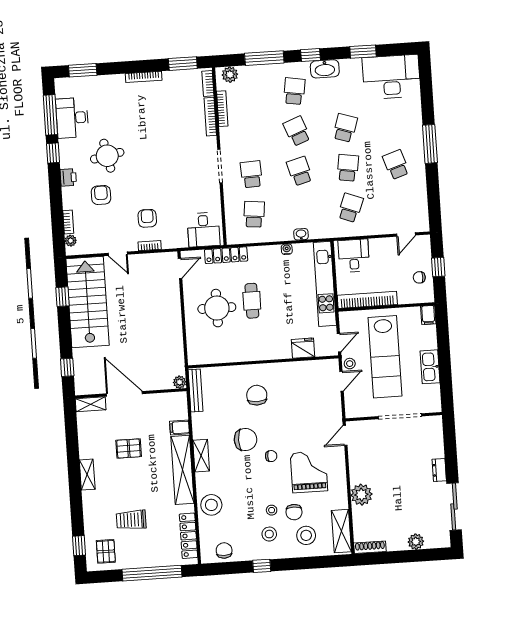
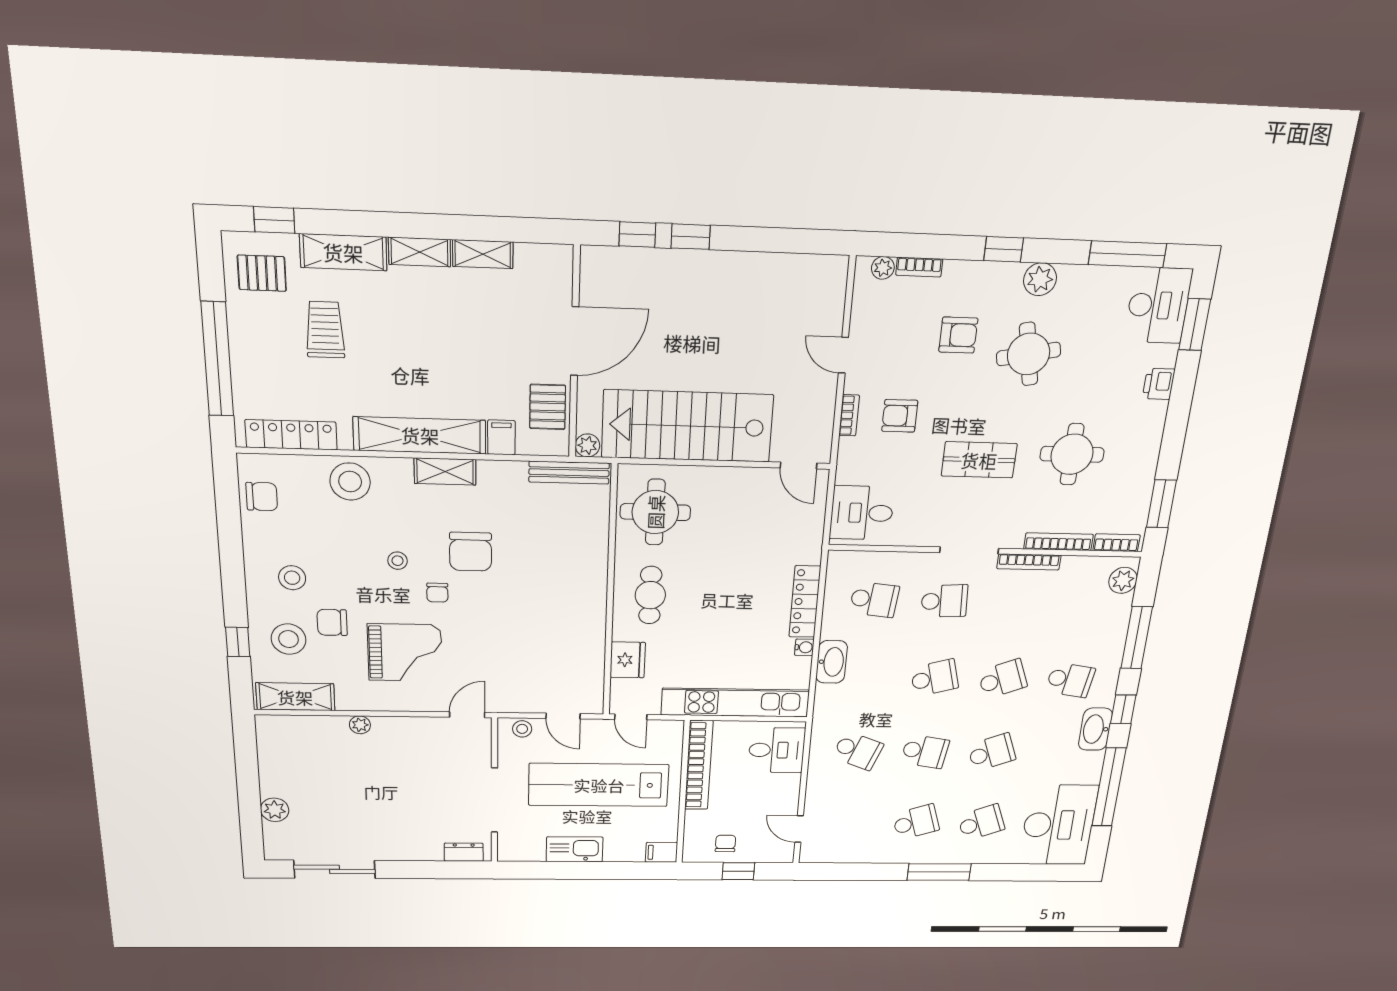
window: (363, 52) -> (1109, 787), width x2.11
bookcase: (144, 77) -> (1155, 434), removed
bookcase: (222, 109) -> (1029, 562), moved
desk: (72, 118) -> (1158, 305), moved, turned 90
round table: (159, 120) -> (1072, 454), added
school desk: (393, 125) -> (981, 823), added
school desk: (345, 128) -> (992, 752), turned -39
window: (53, 153) -> (1004, 249), moved
plant: (68, 158) -> (1040, 279), added
shop shelf: (167, 171) -> (979, 460), added
printer: (68, 177) -> (1159, 384), moved, turned 90
armchair: (147, 218) -> (900, 416), turned 180
washbasin: (301, 234) -> (832, 662), width x1.91, depth x1.45
door: (118, 254) -> (843, 355), hinge flipped
locker: (226, 255) -> (805, 602), moved
window: (62, 297) -> (691, 237), moved
cafe table: (252, 301) -> (650, 595), moved, turned 90
stairs: (88, 302) -> (687, 426), moved, turned 180
round table: (217, 308) -> (655, 512), moved
stool: (350, 364) -> (522, 729), moved
chair: (257, 395) -> (551, 578), removed
shelving: (91, 404) -> (483, 254), moved, turned 90
door: (345, 435) -> (467, 715), hinge flipped
pallet: (129, 448) -> (548, 407), moved
dresser: (439, 470) -> (464, 852), moved
plant: (361, 495) -> (360, 725), width x0.53, depth x0.53
stool: (272, 510) -> (398, 561), moved
shelving: (91, 512) -> (343, 252), added
shoe rack: (370, 547) -> (265, 739), removed
window: (262, 566) -> (238, 642), moved

